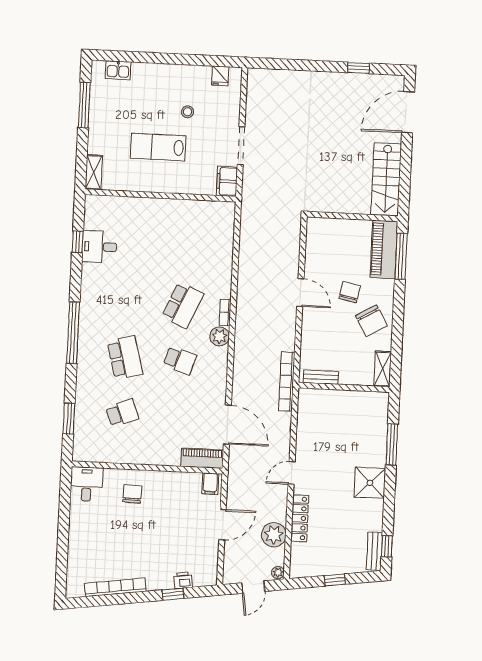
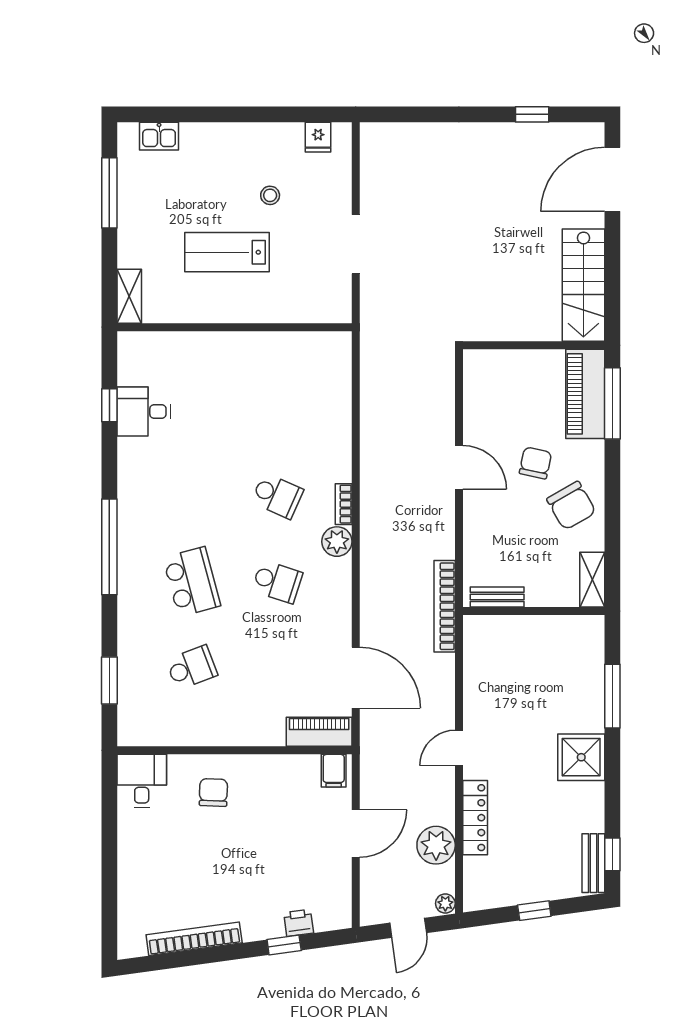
filing cabinet: (227, 181) -> (336, 300), removed
school desk: (183, 305) -> (277, 496), width x0.54

